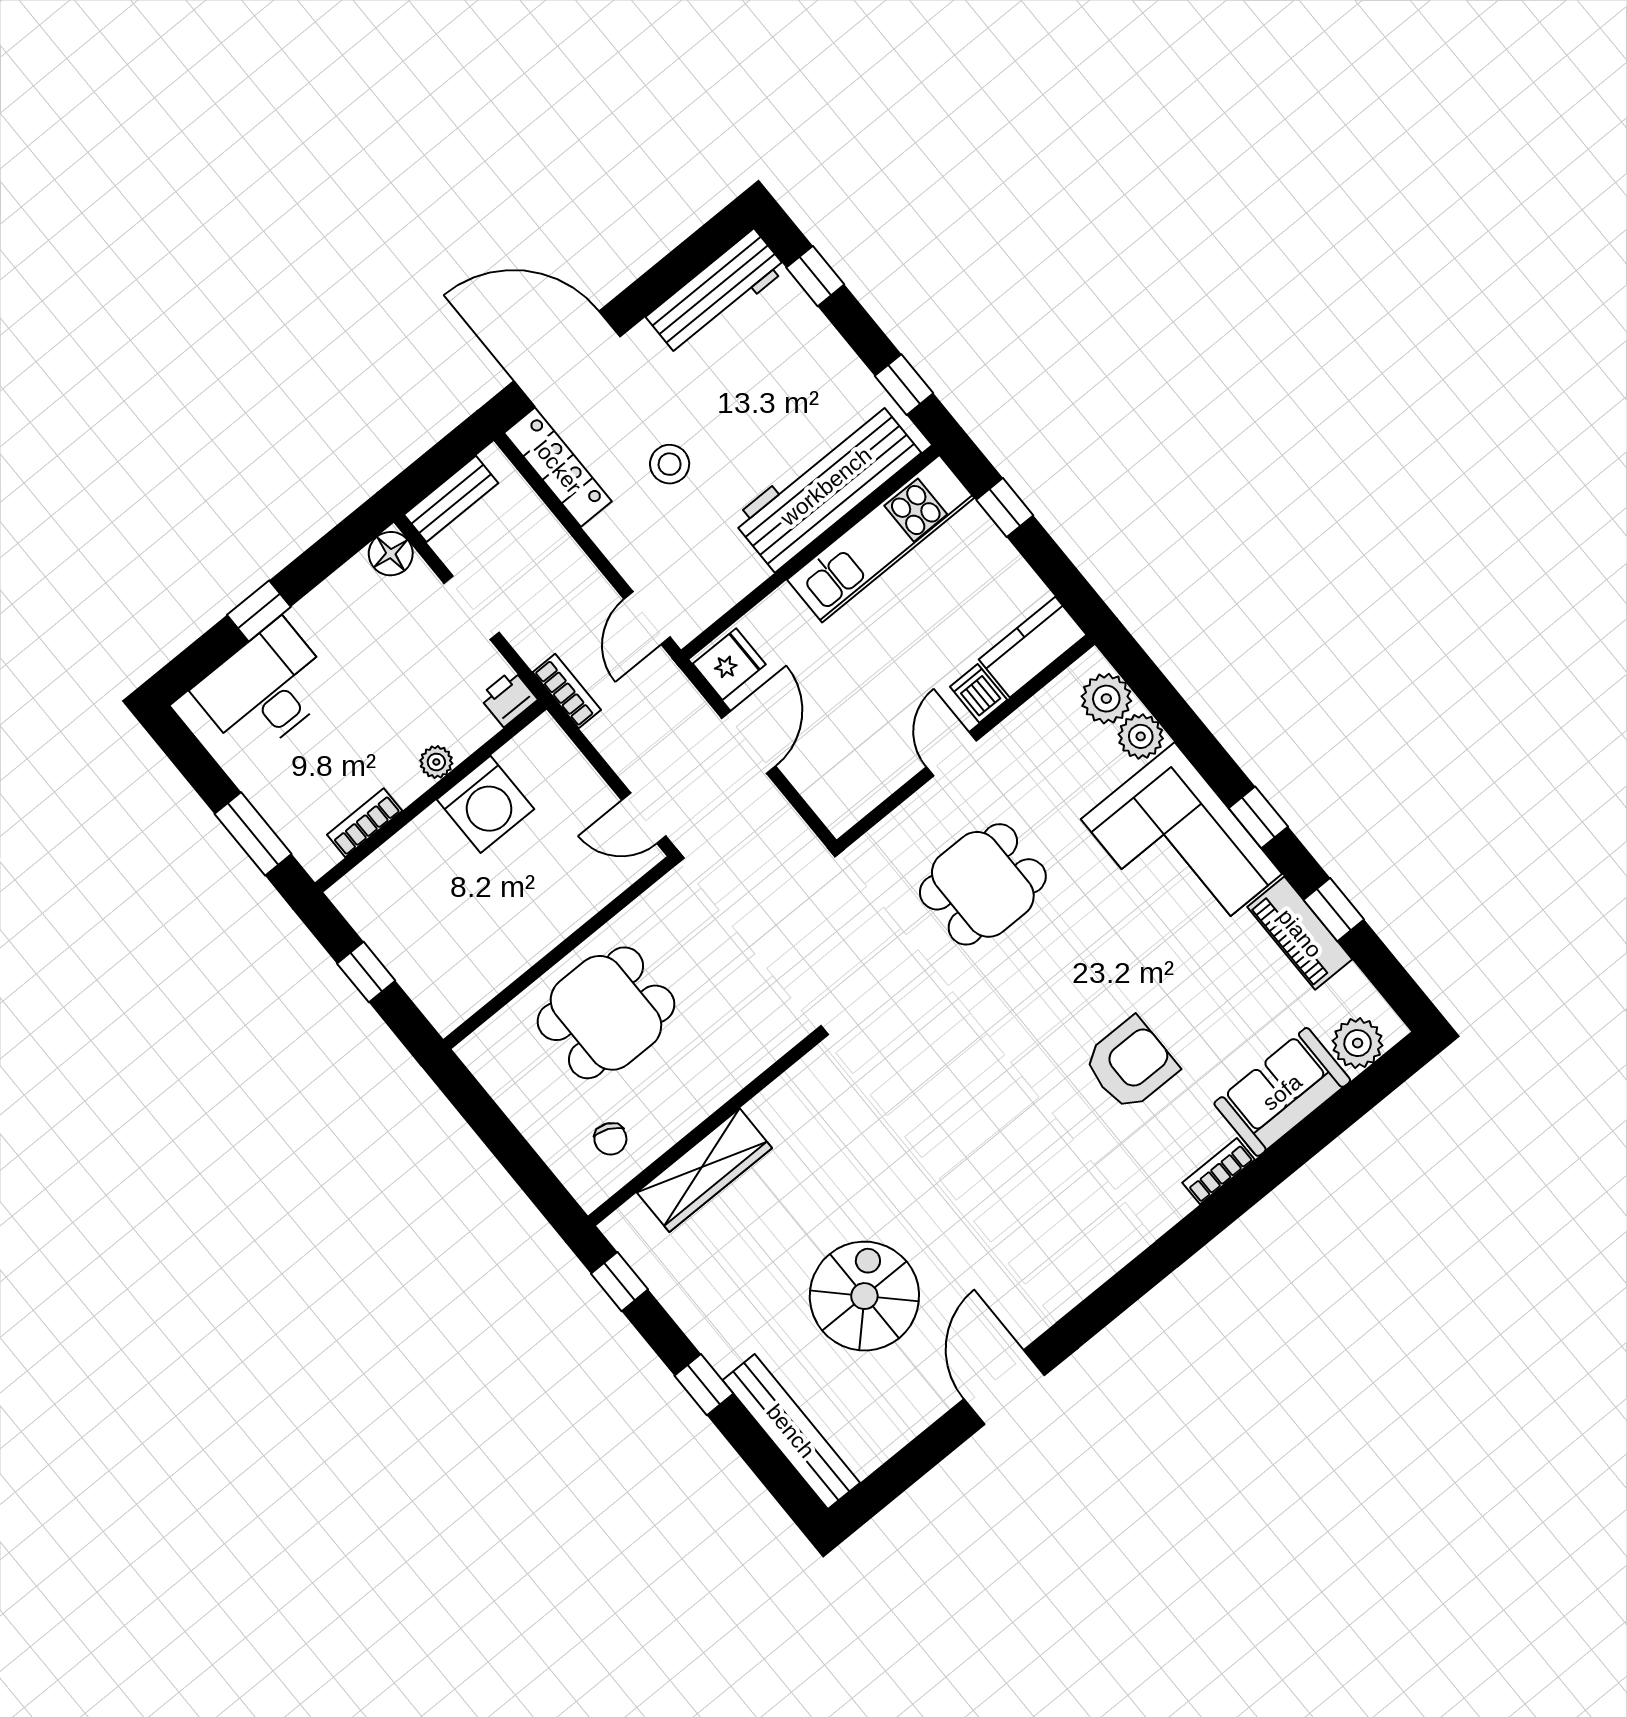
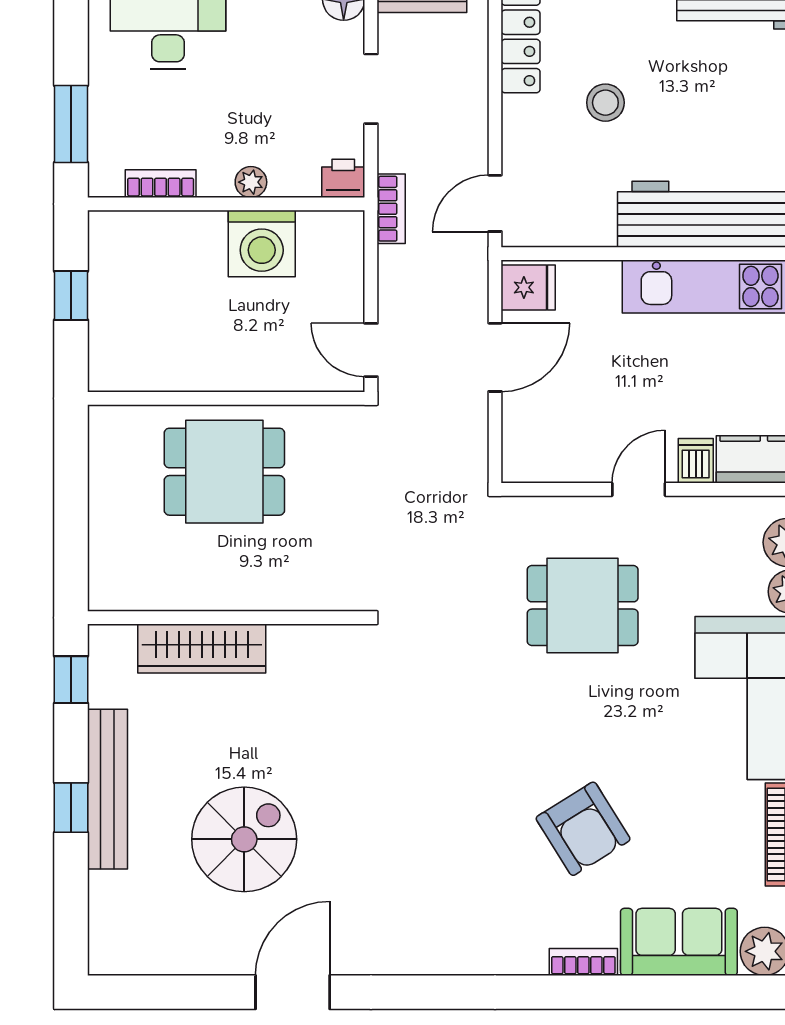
armchair: (1130, 1064) -> (583, 829), turned 58
chair: (610, 1139) -> (151, 568), removed
bench: (791, 1431) -> (107, 789), moved

